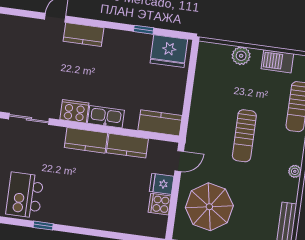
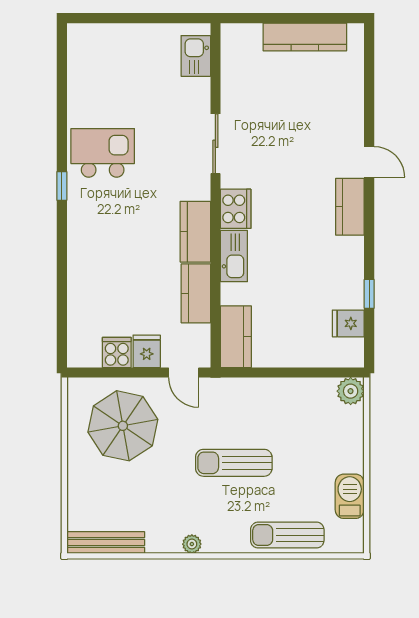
fridge: (169, 51) -> (348, 323), width x0.53, depth x0.75
plant: (241, 56) -> (351, 391), moved

